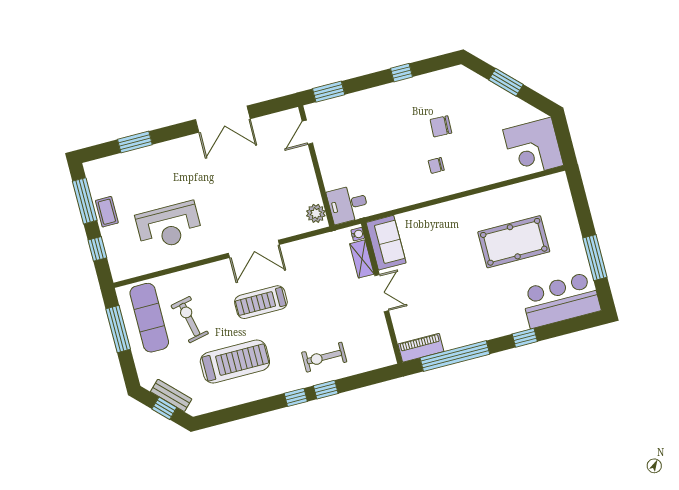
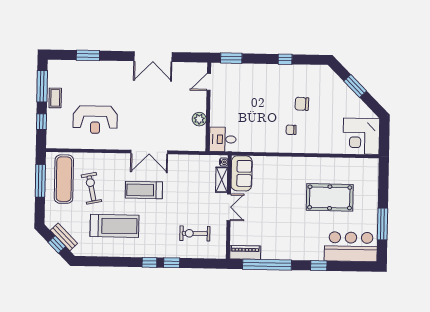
plant: (316, 213) -> (199, 119), moved
exercise bike: (324, 357) -> (195, 233), moved

